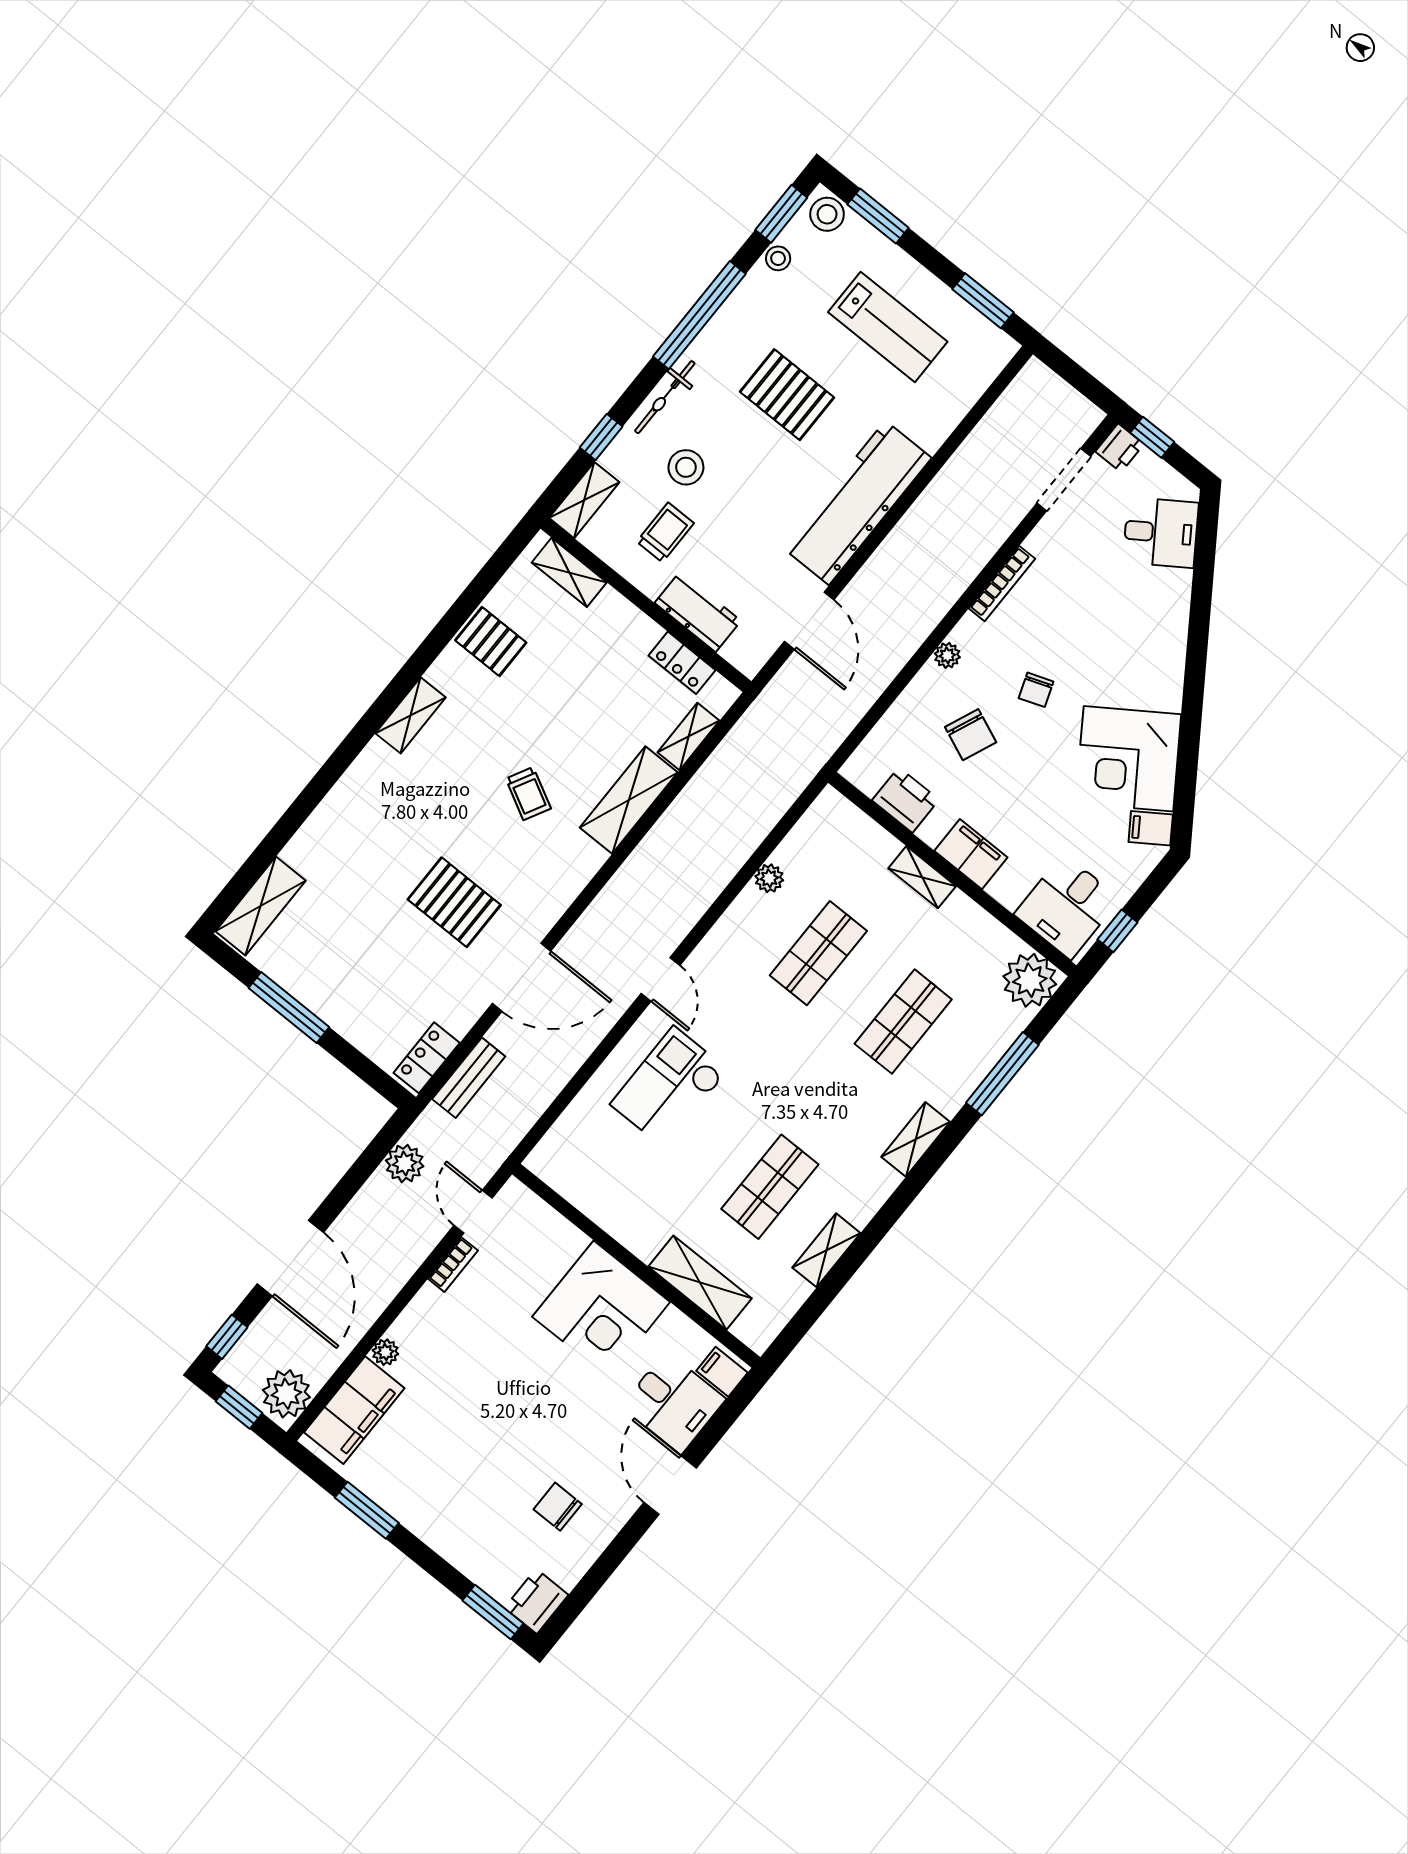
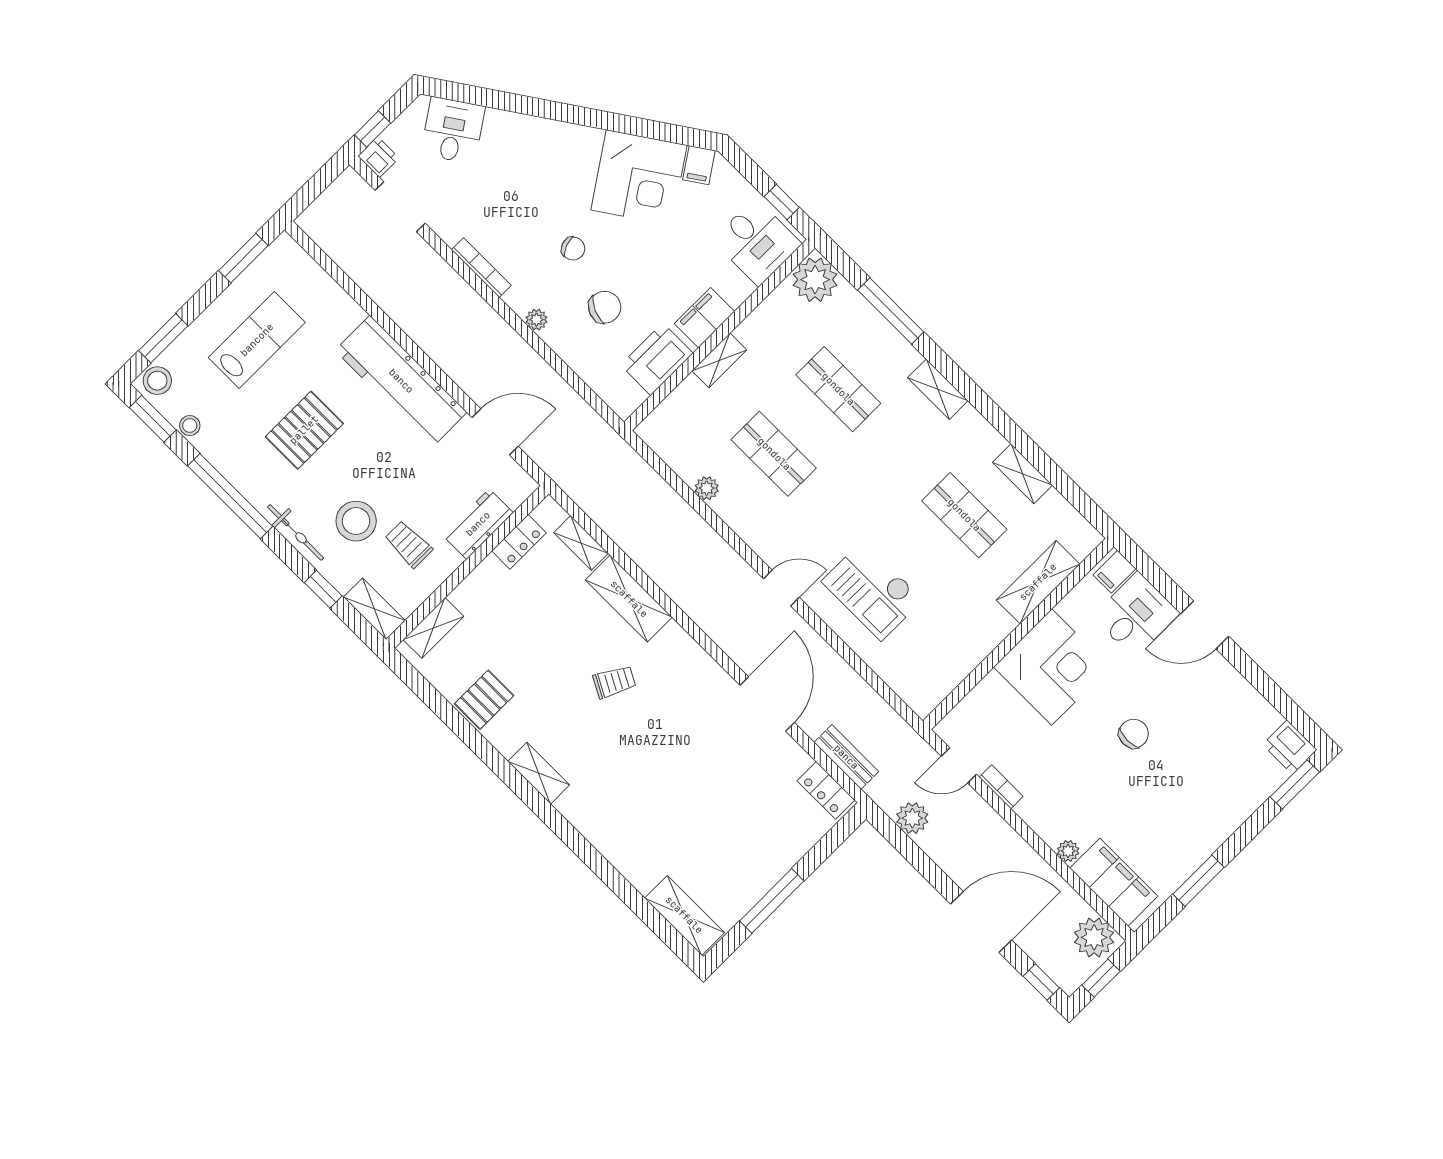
stool: (686, 467) -> (356, 521), width x1.38, depth x1.38
printer: (906, 800) -> (657, 359), width x1.37, depth x1.19
pallet: (454, 902) -> (699, 753), removed
chair: (558, 1507) -> (1134, 734), moved, turned 180

